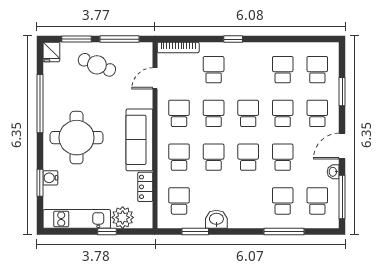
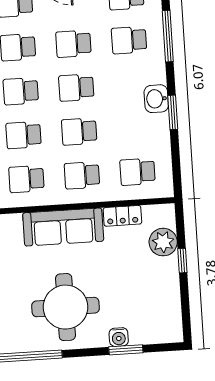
kitchen unit: (77, 219) -> (169, 300), removed
washbasin: (216, 219) -> (156, 99), moved
window: (195, 232) -> (173, 112), moved

